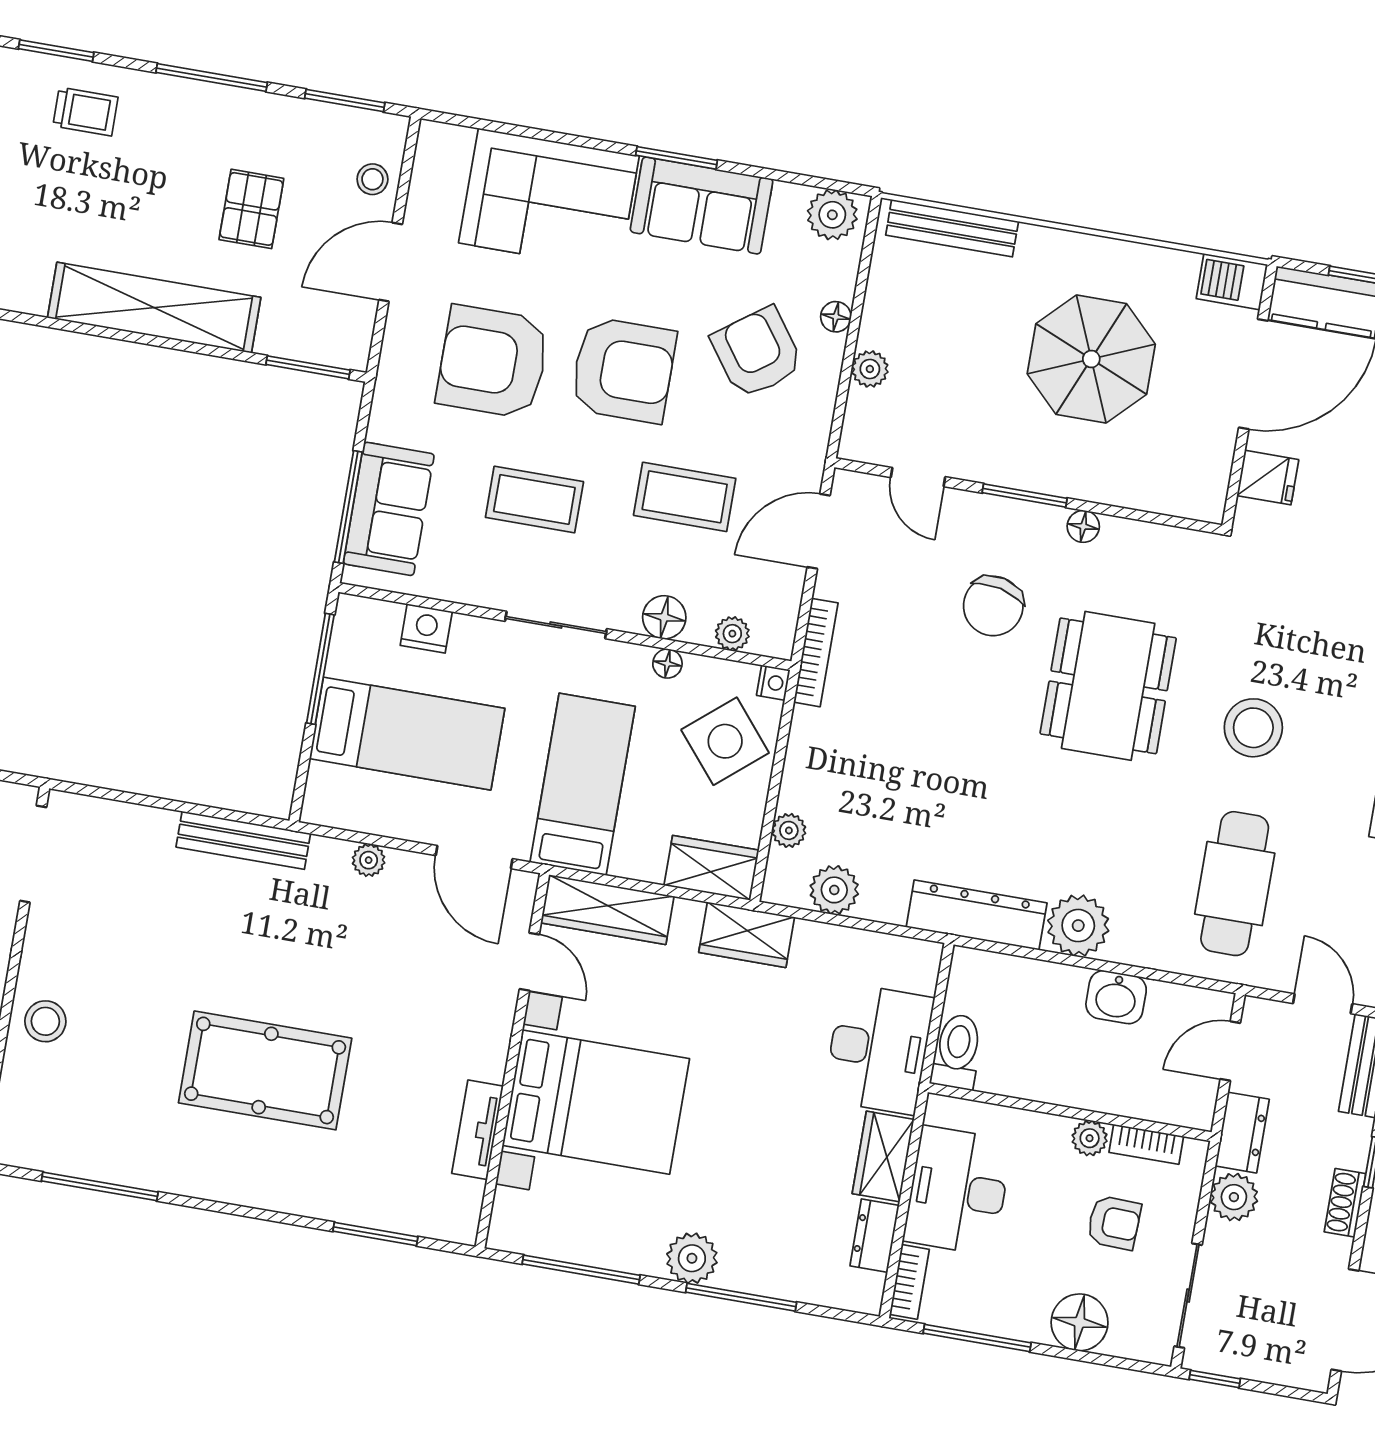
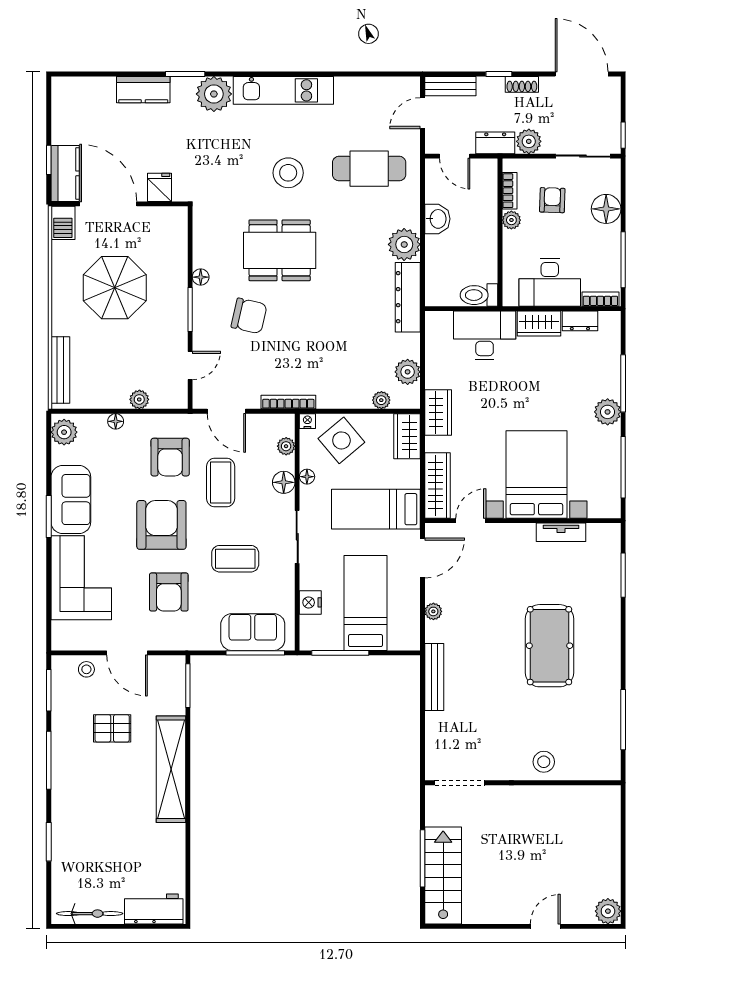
trolley: (85, 112) -> (77, 821), removed
armchair: (757, 352) -> (170, 457), moved, turned -54
armchair: (493, 362) -> (169, 592), width x0.73, depth x0.73
coffee table: (534, 500) -> (235, 559), turned 90

